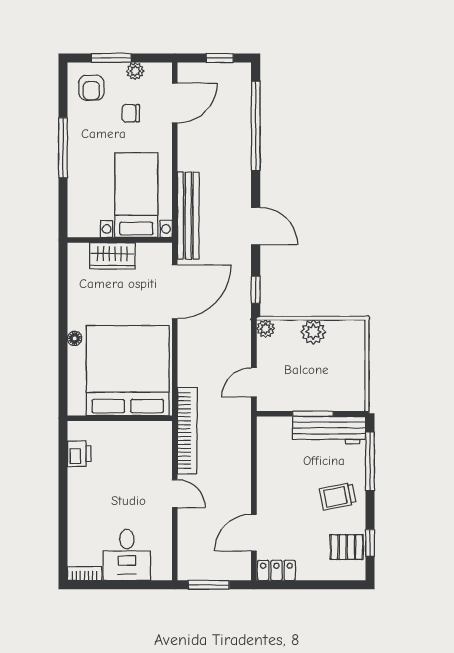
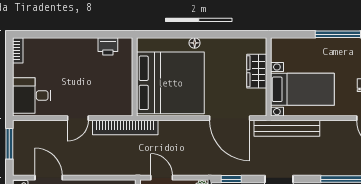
desk: (127, 555) -> (32, 95), moved

